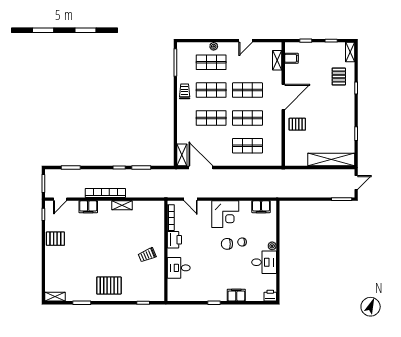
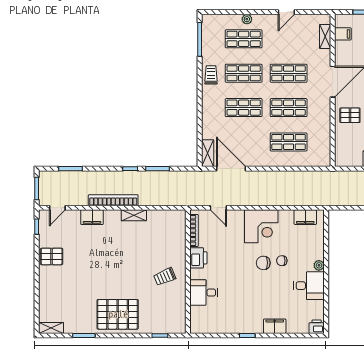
pallet: (109, 286) -> (118, 314), width x1.37, depth x1.41

